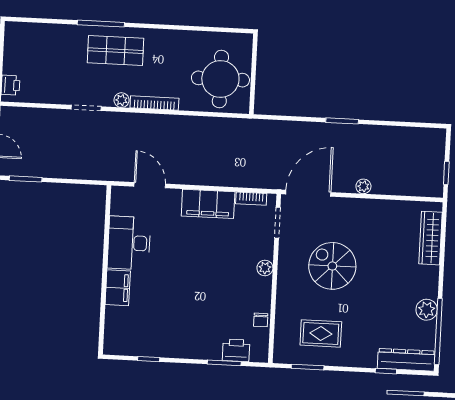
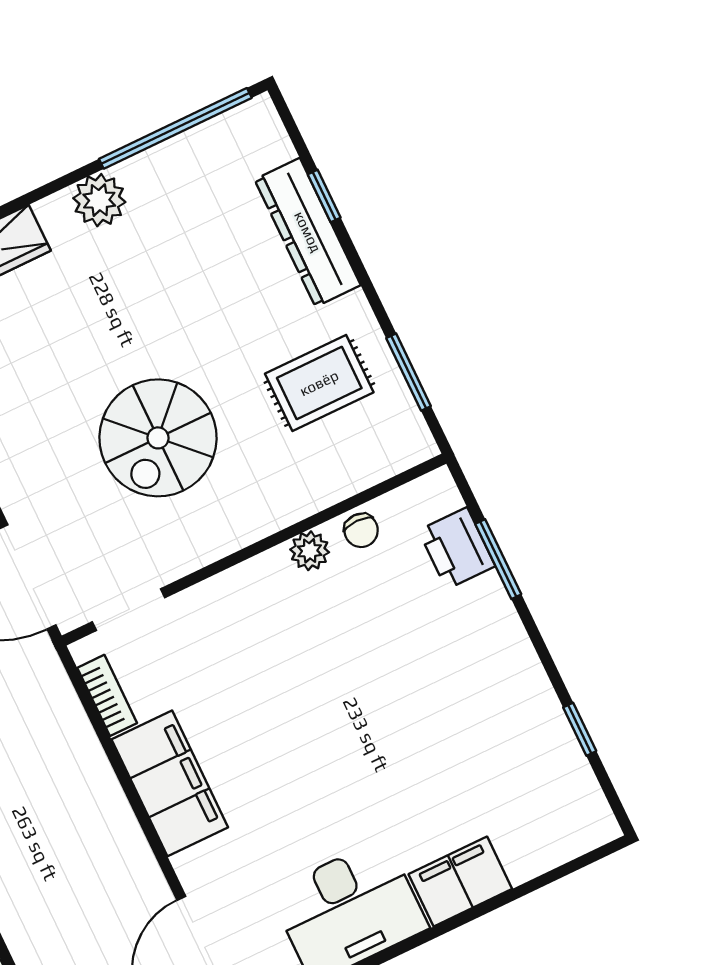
plant: (265, 268) -> (310, 551), moved
plant: (427, 310) -> (99, 200), moved
chair: (261, 320) -> (361, 530), turned 90
rug: (321, 333) -> (319, 383), turned 90
dresser: (406, 360) -> (308, 232), moved

